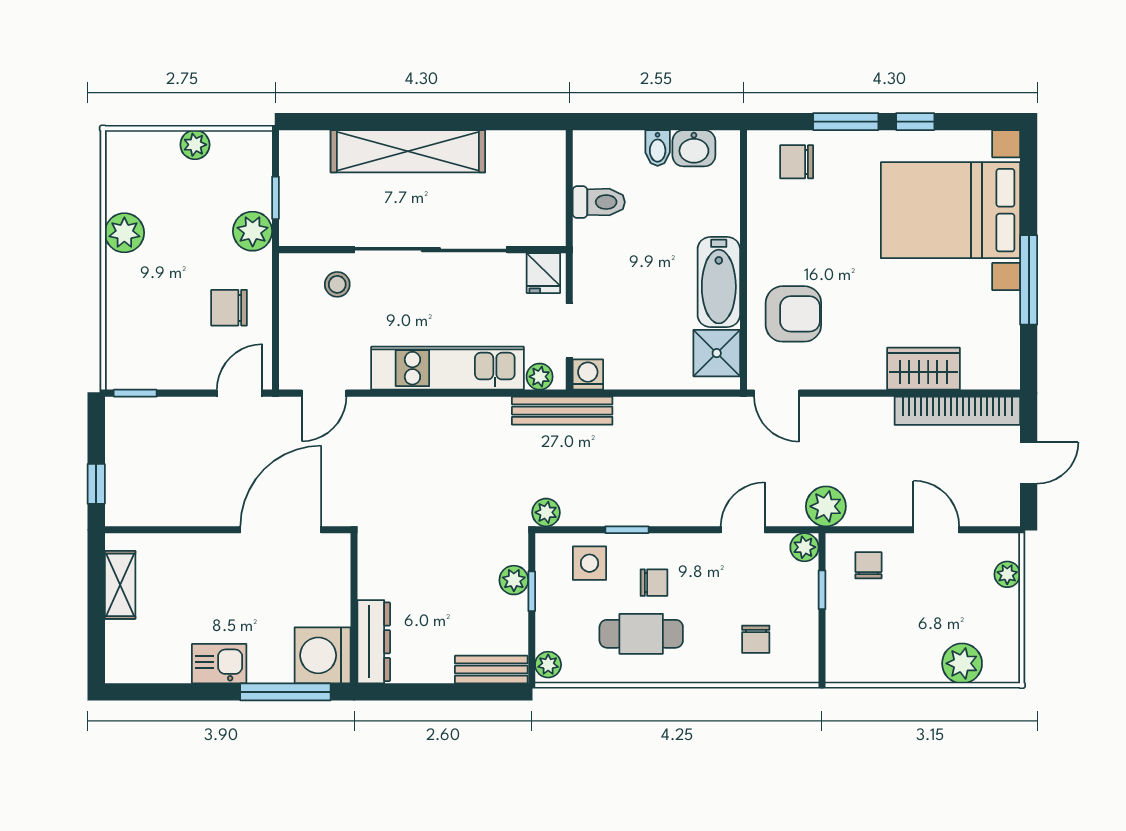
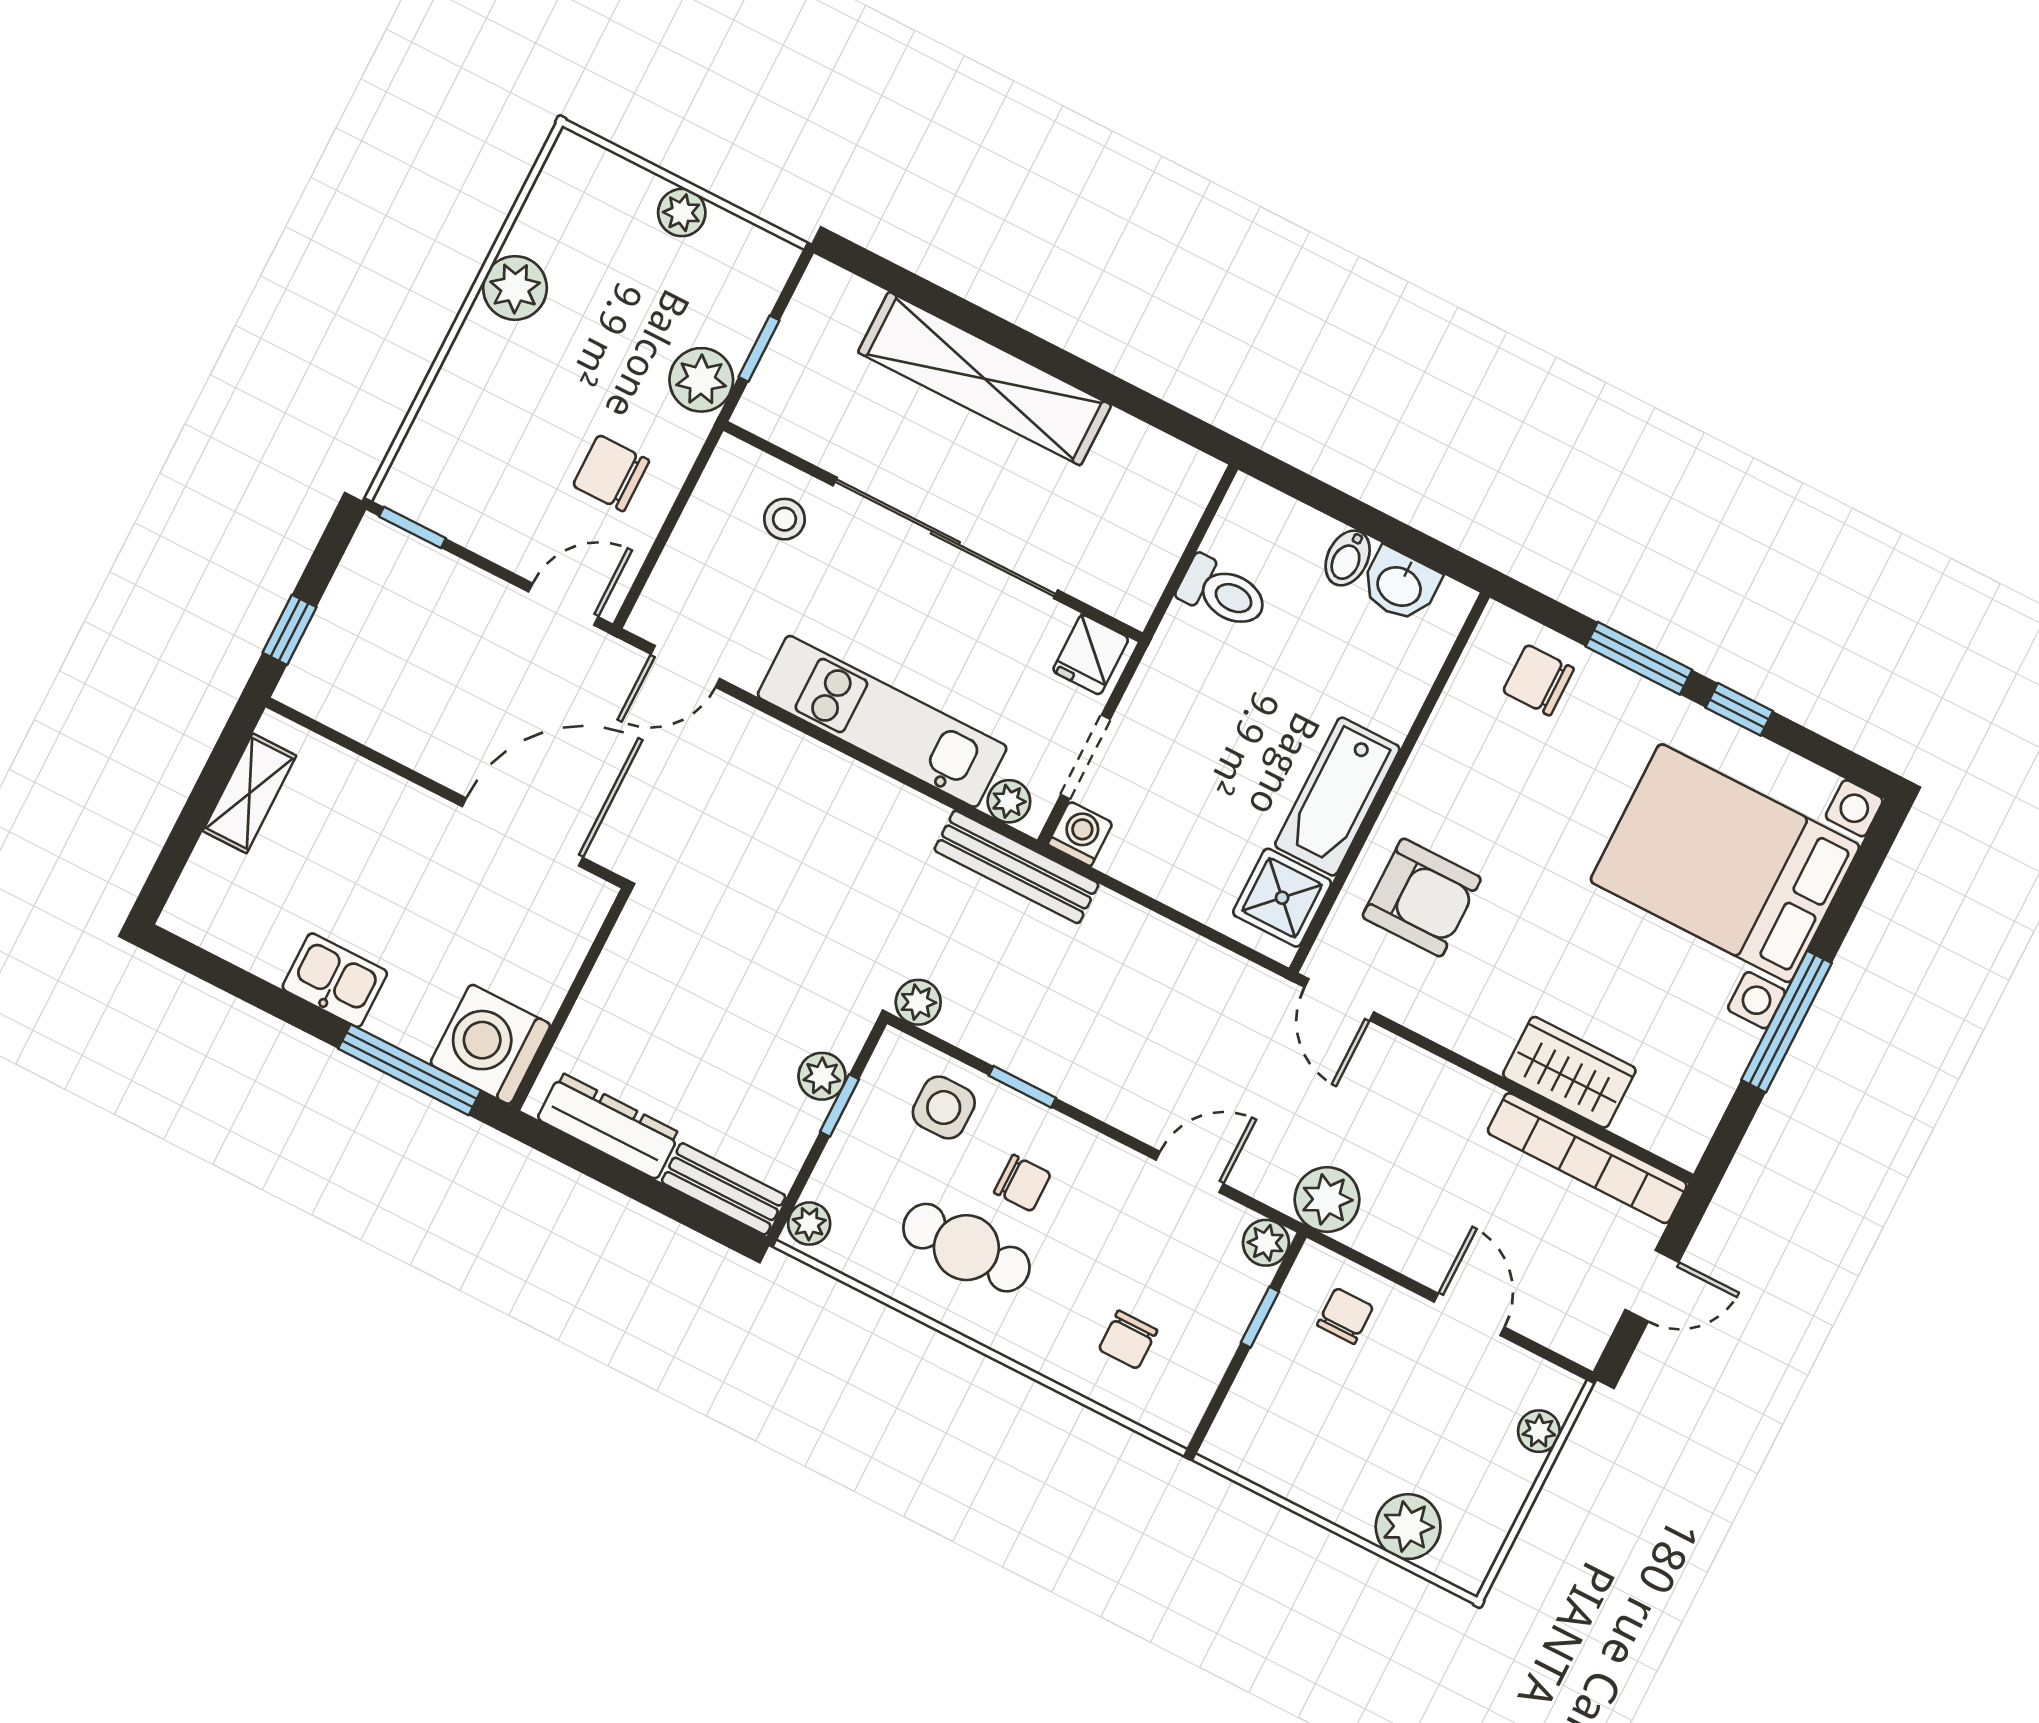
dresser: (374, 642) -> (609, 1126), moved, turned -90

